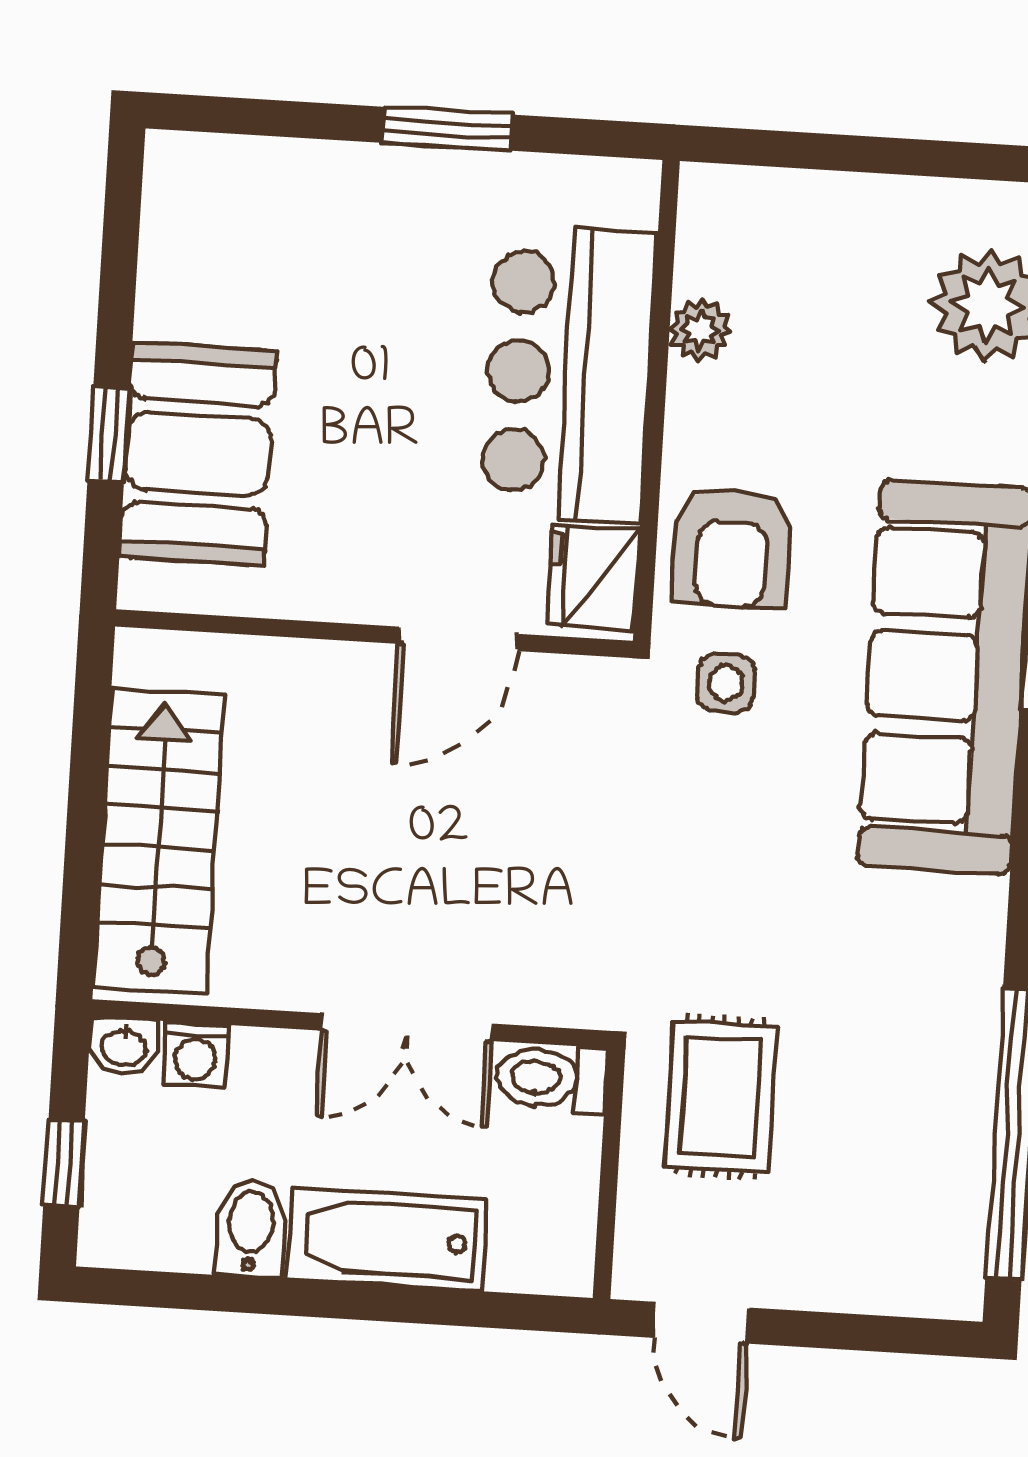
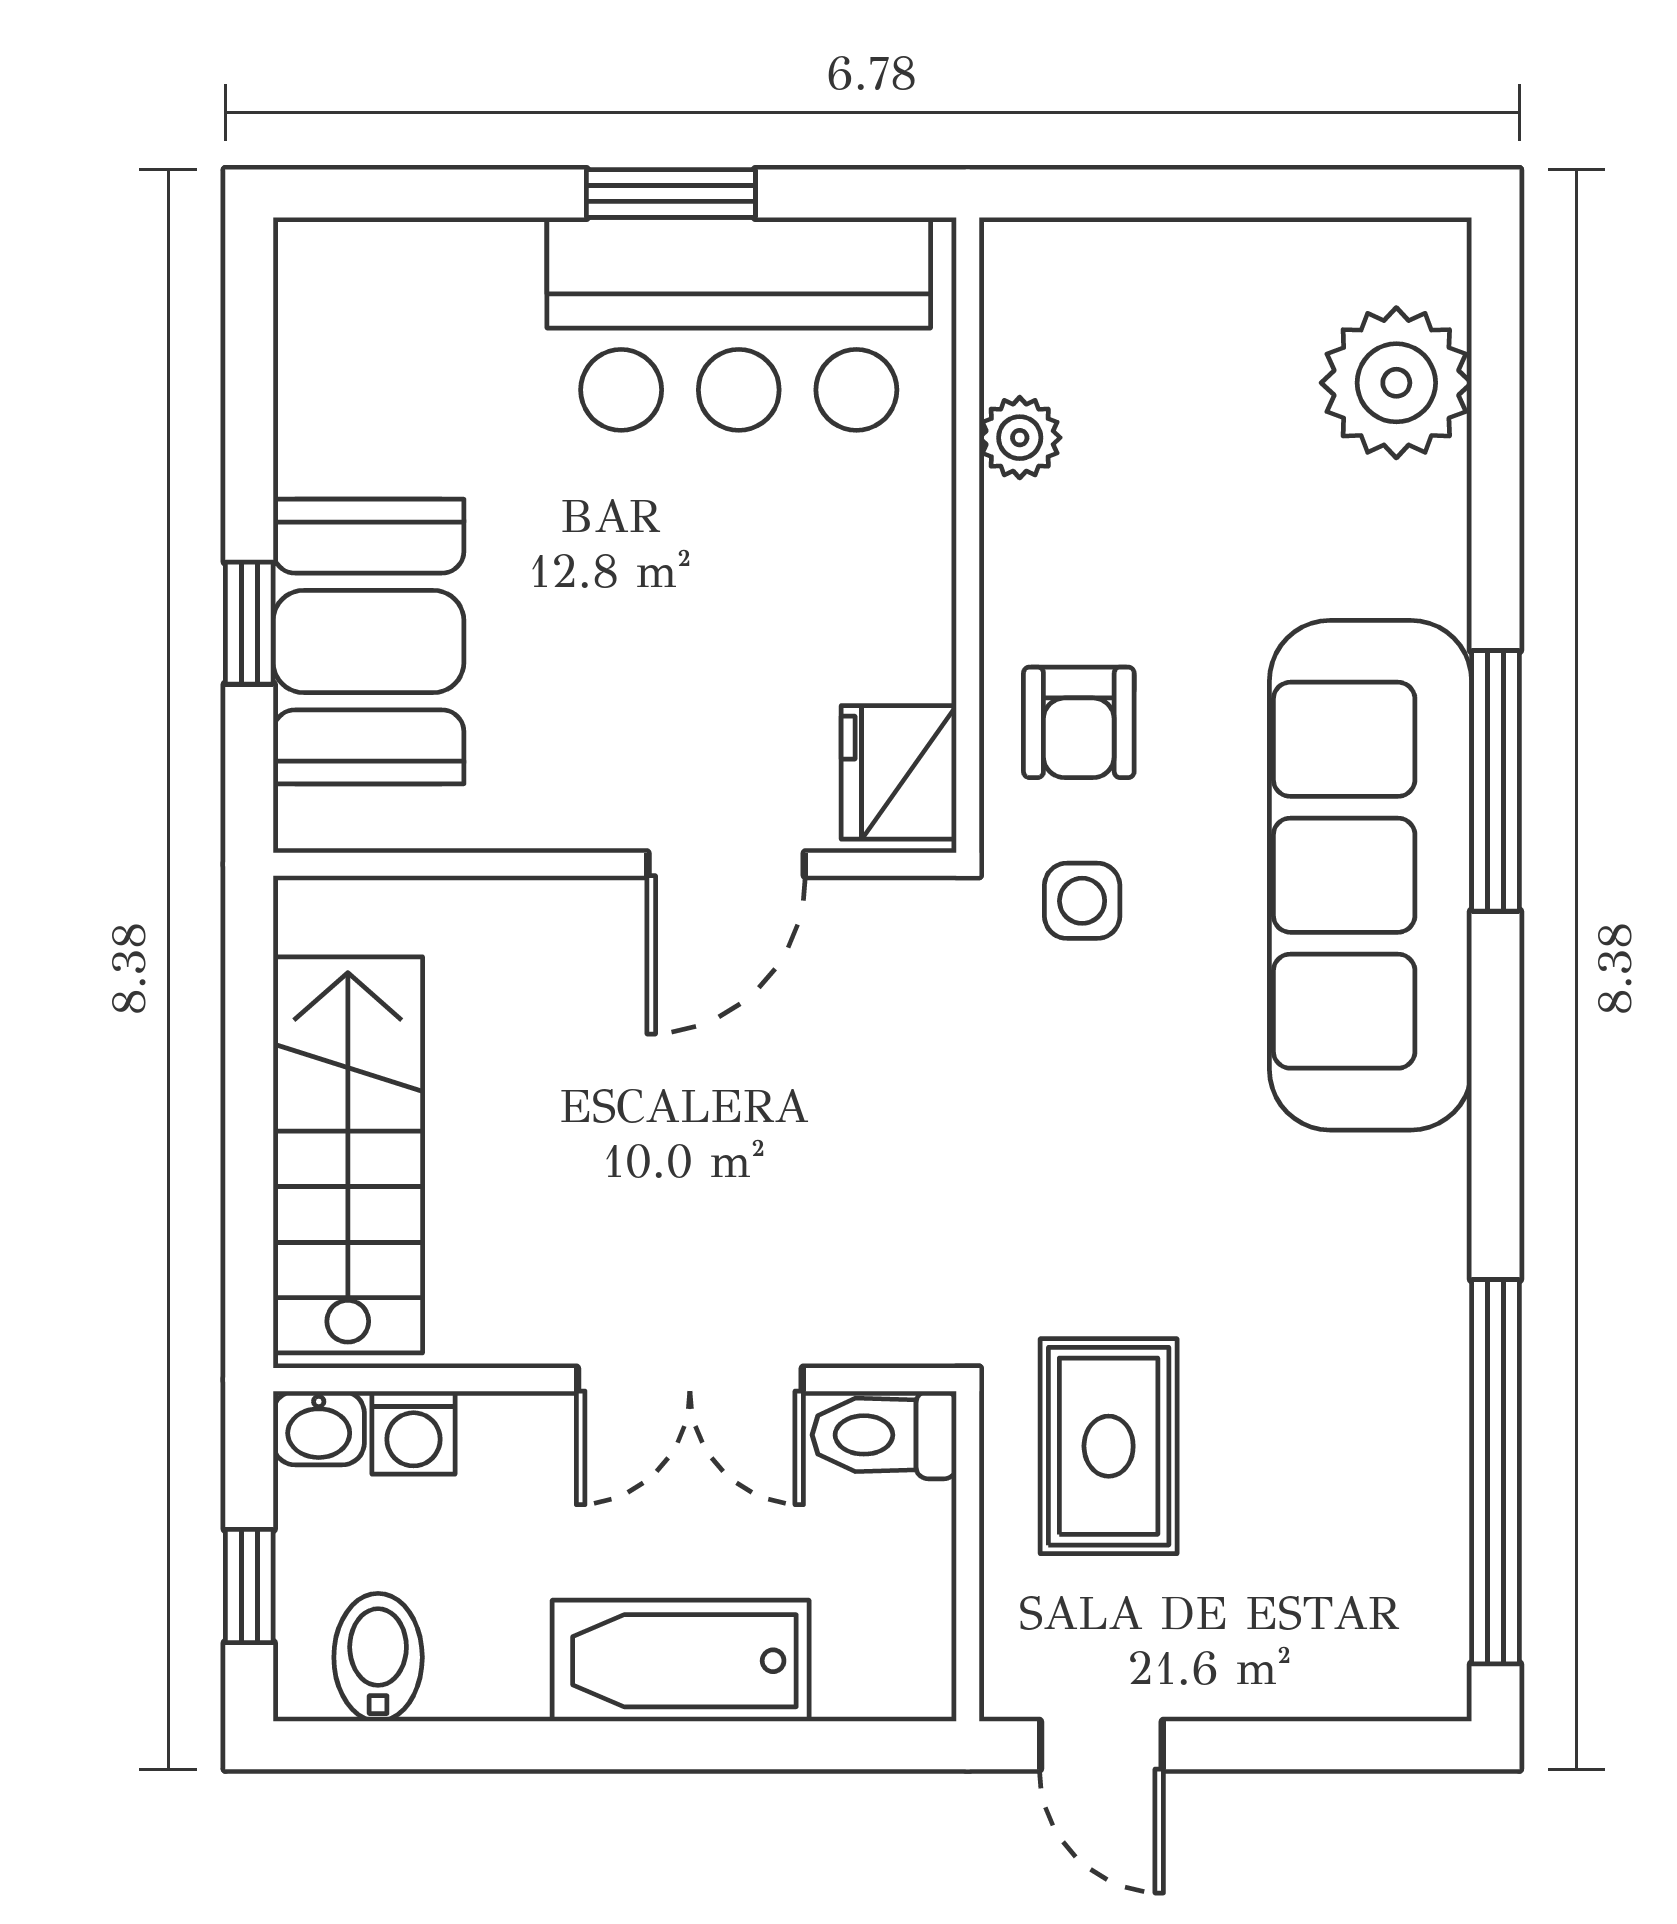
bar counter: (568, 374) -> (739, 324), moved, turned -90
armchair: (732, 548) -> (1079, 722), width x0.72, depth x0.72
bidet: (251, 1228) -> (378, 1657), moved

